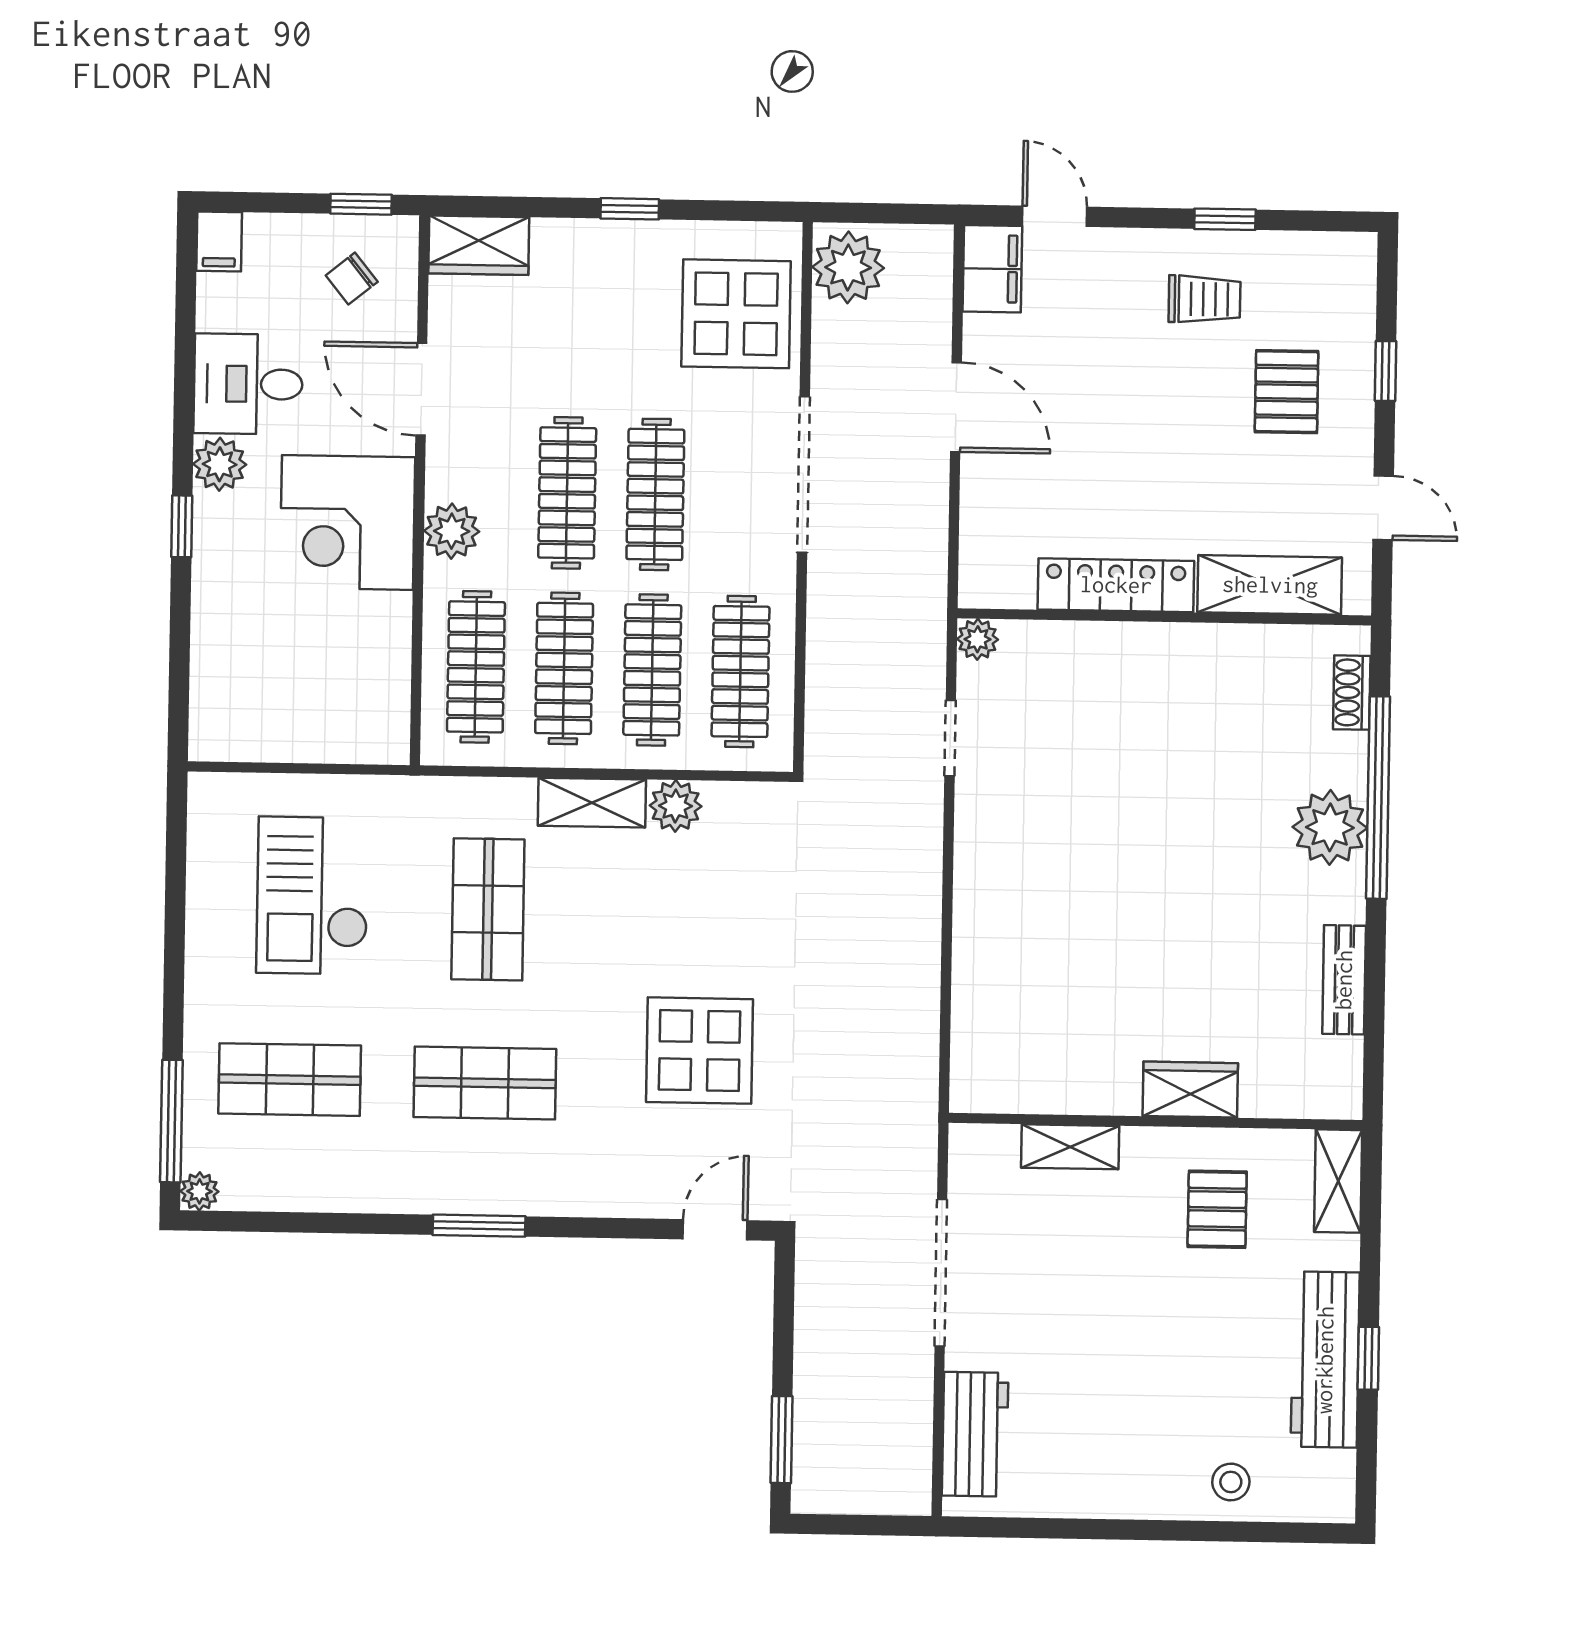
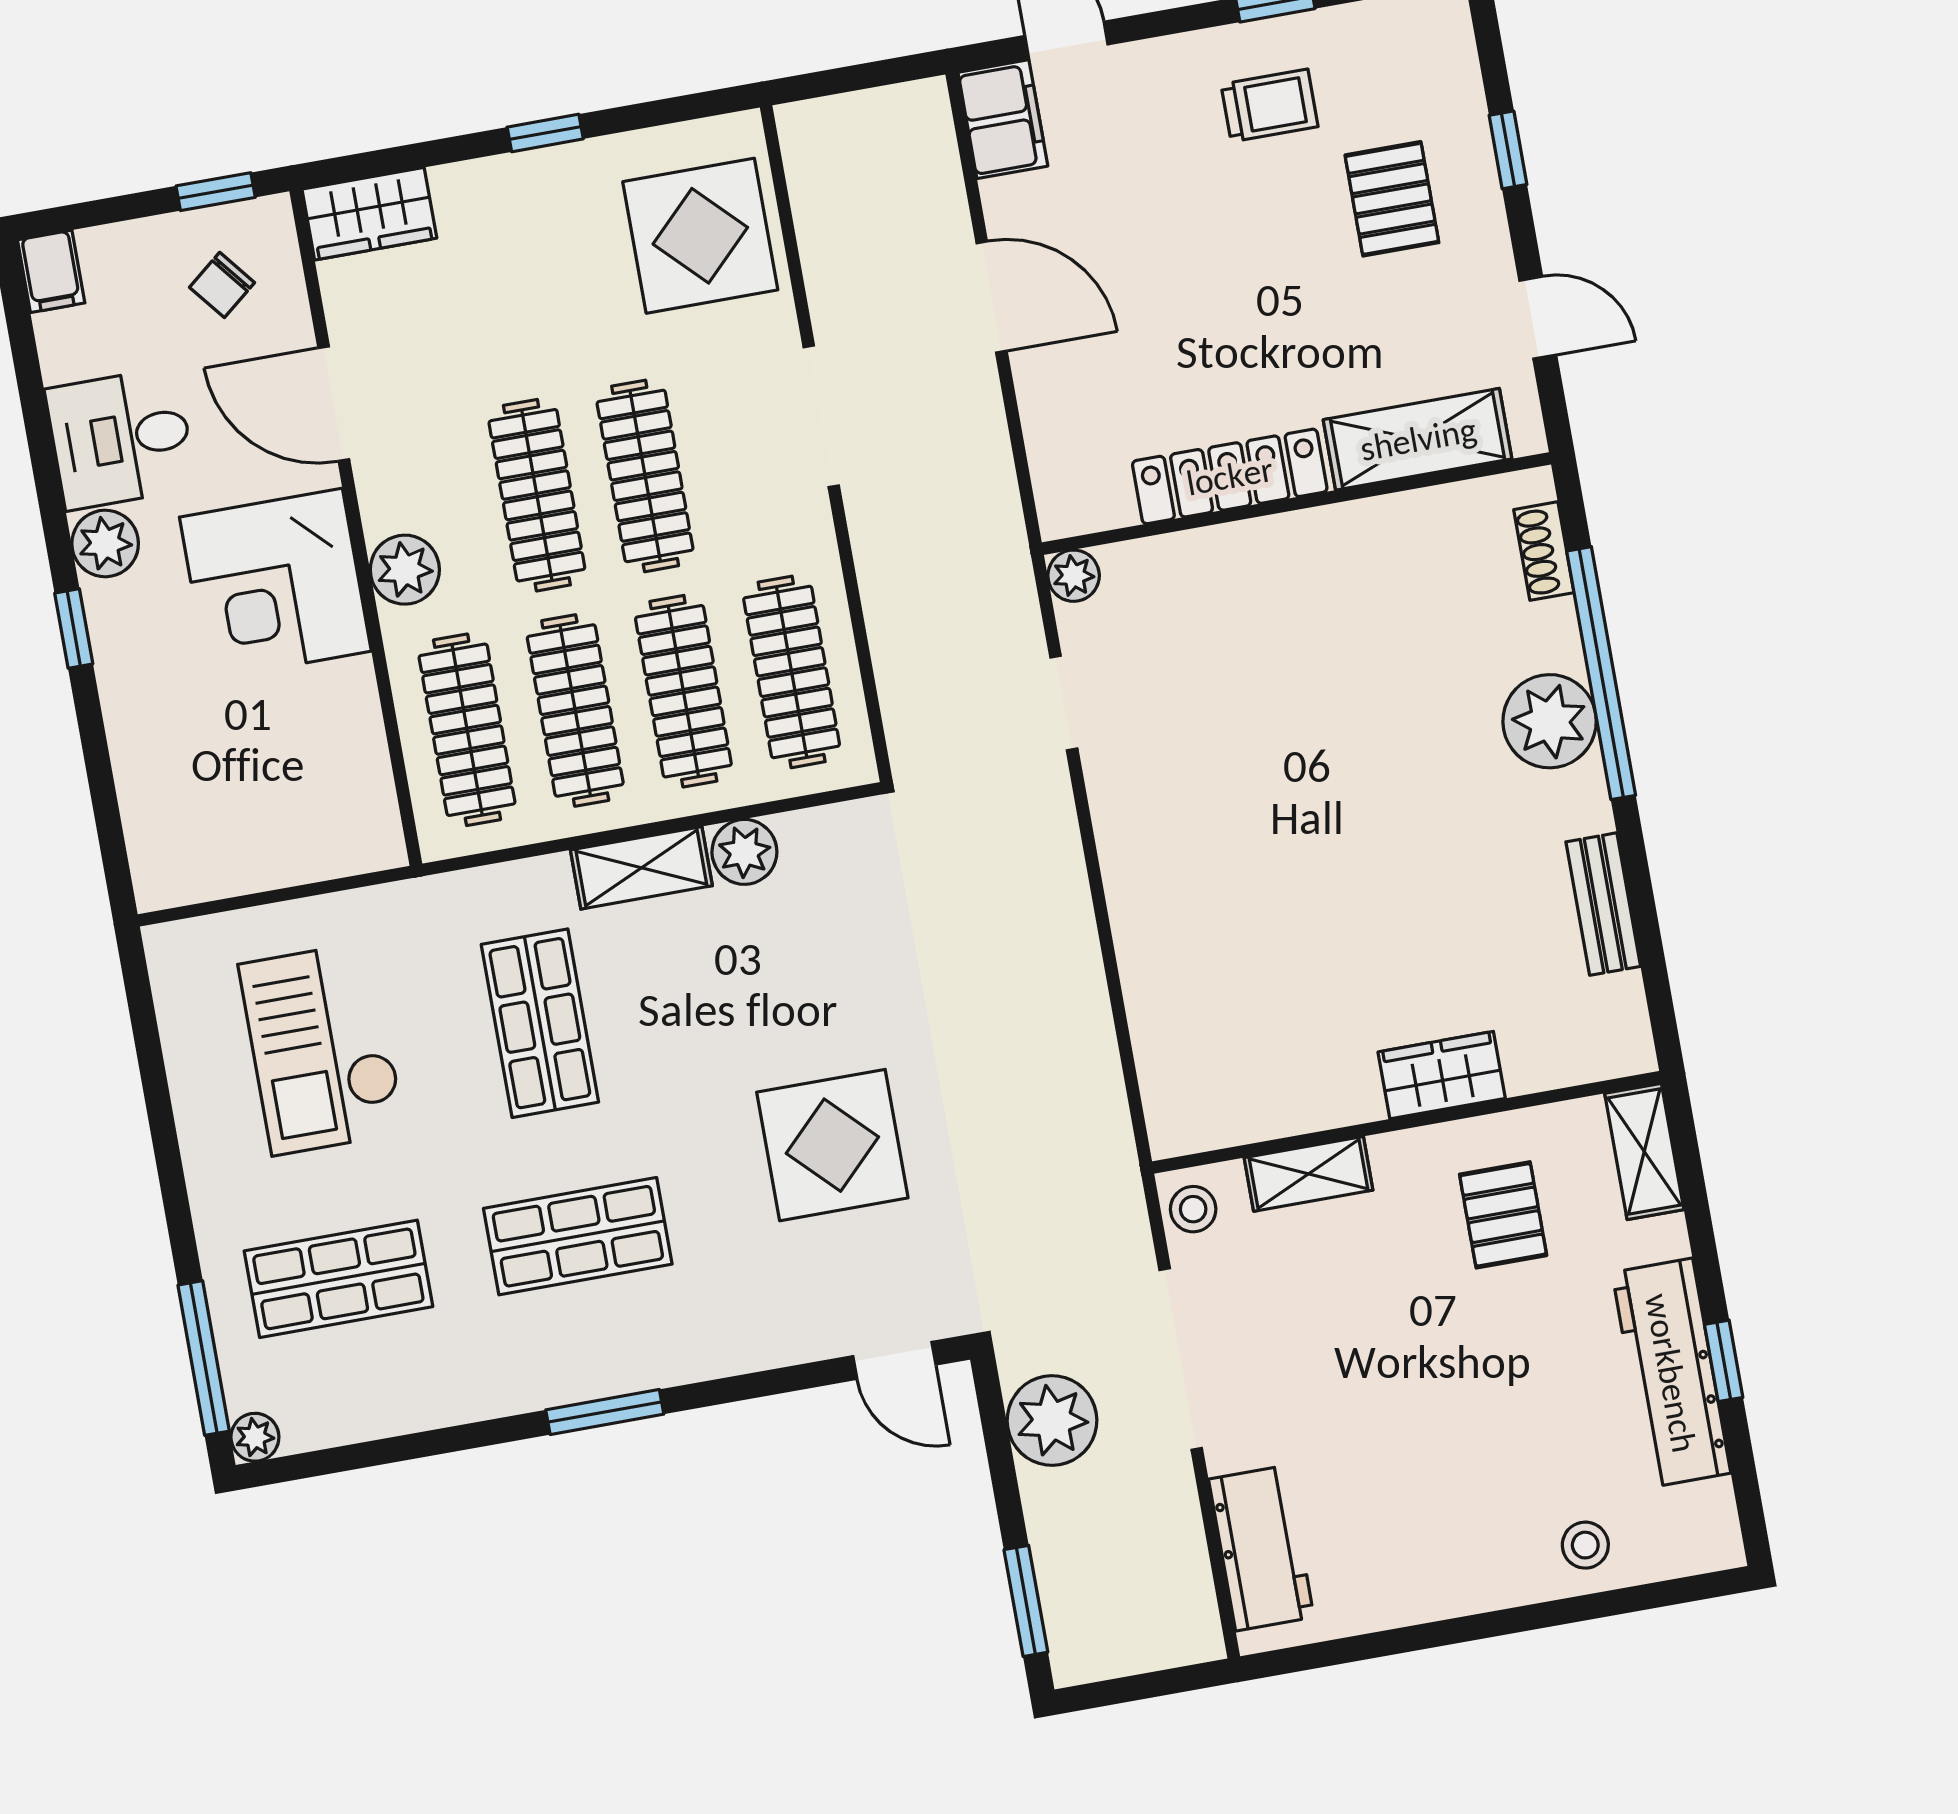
plant: (848, 267) -> (1052, 1420), moved
doorway: (803, 475) -> (821, 416), width x0.73
stool: (974, 1157) -> (1193, 1209), added
door: (715, 1230) -> (894, 1360), swing flipped

